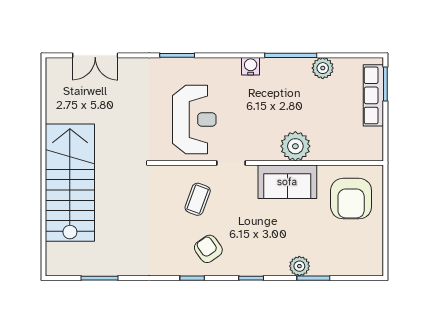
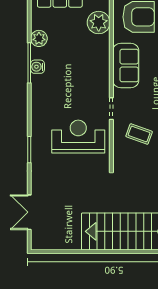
double door: (95, 55) -> (29, 212), swing flipped
water cooler: (251, 66) -> (38, 67), moved
plant: (295, 146) -> (99, 23), moved

